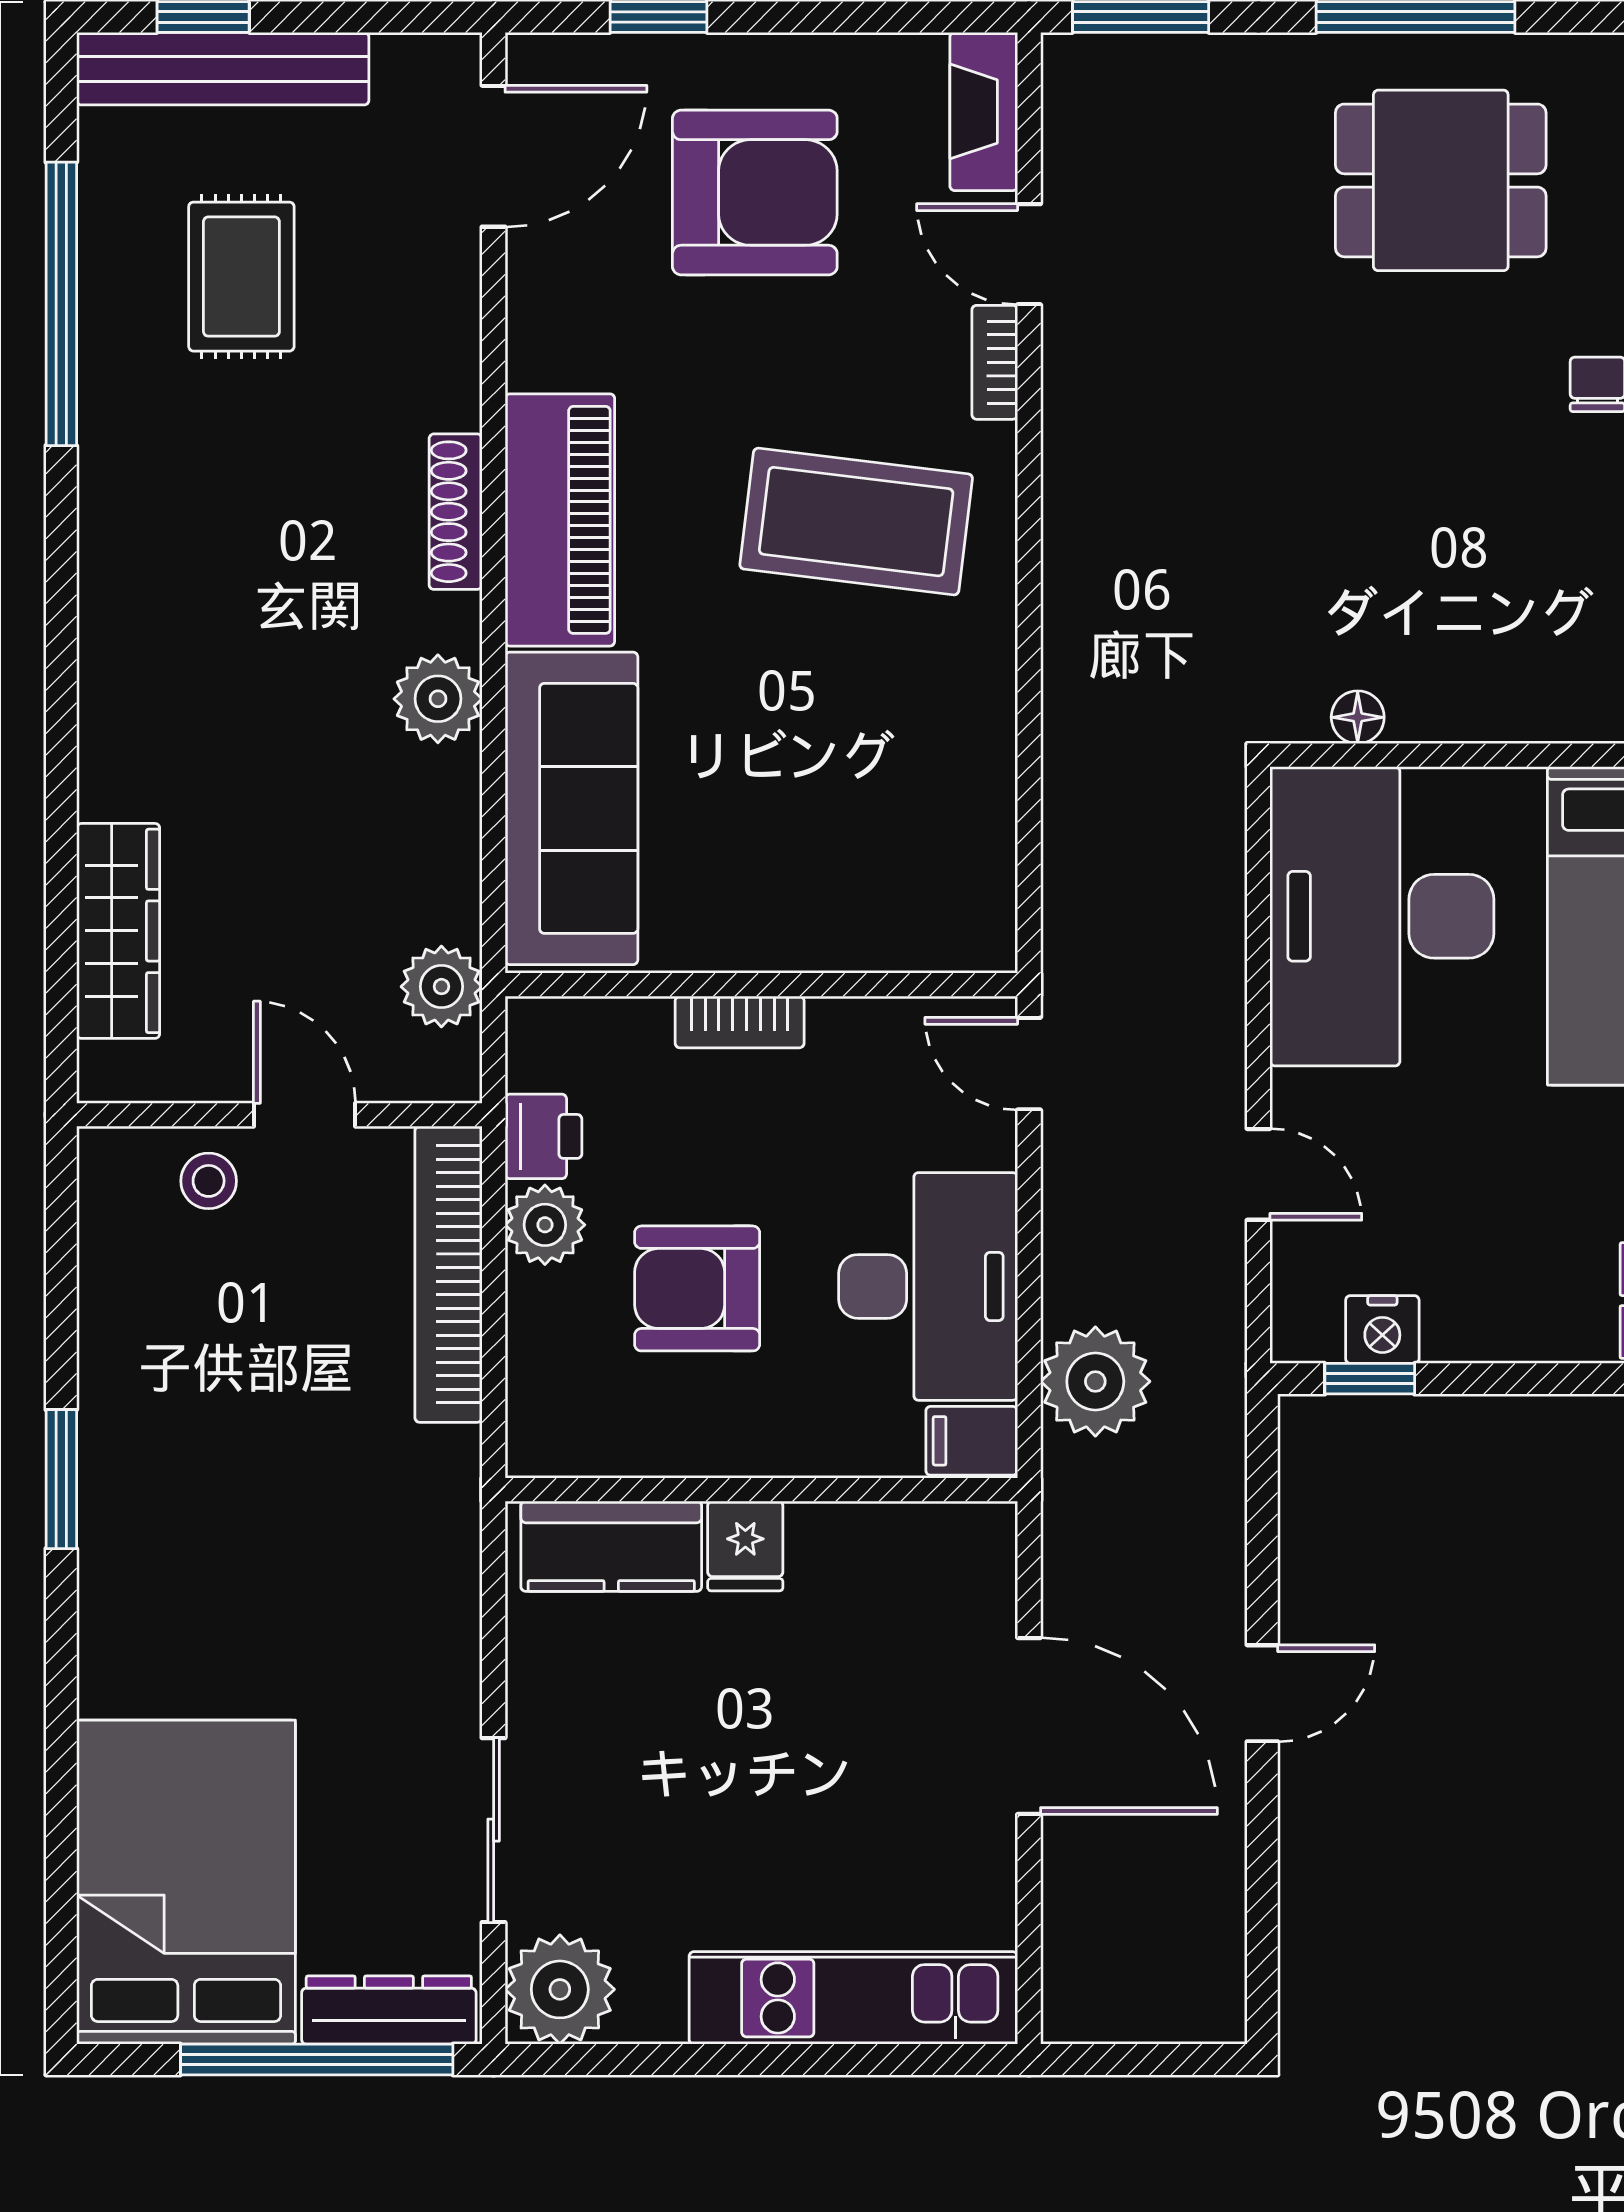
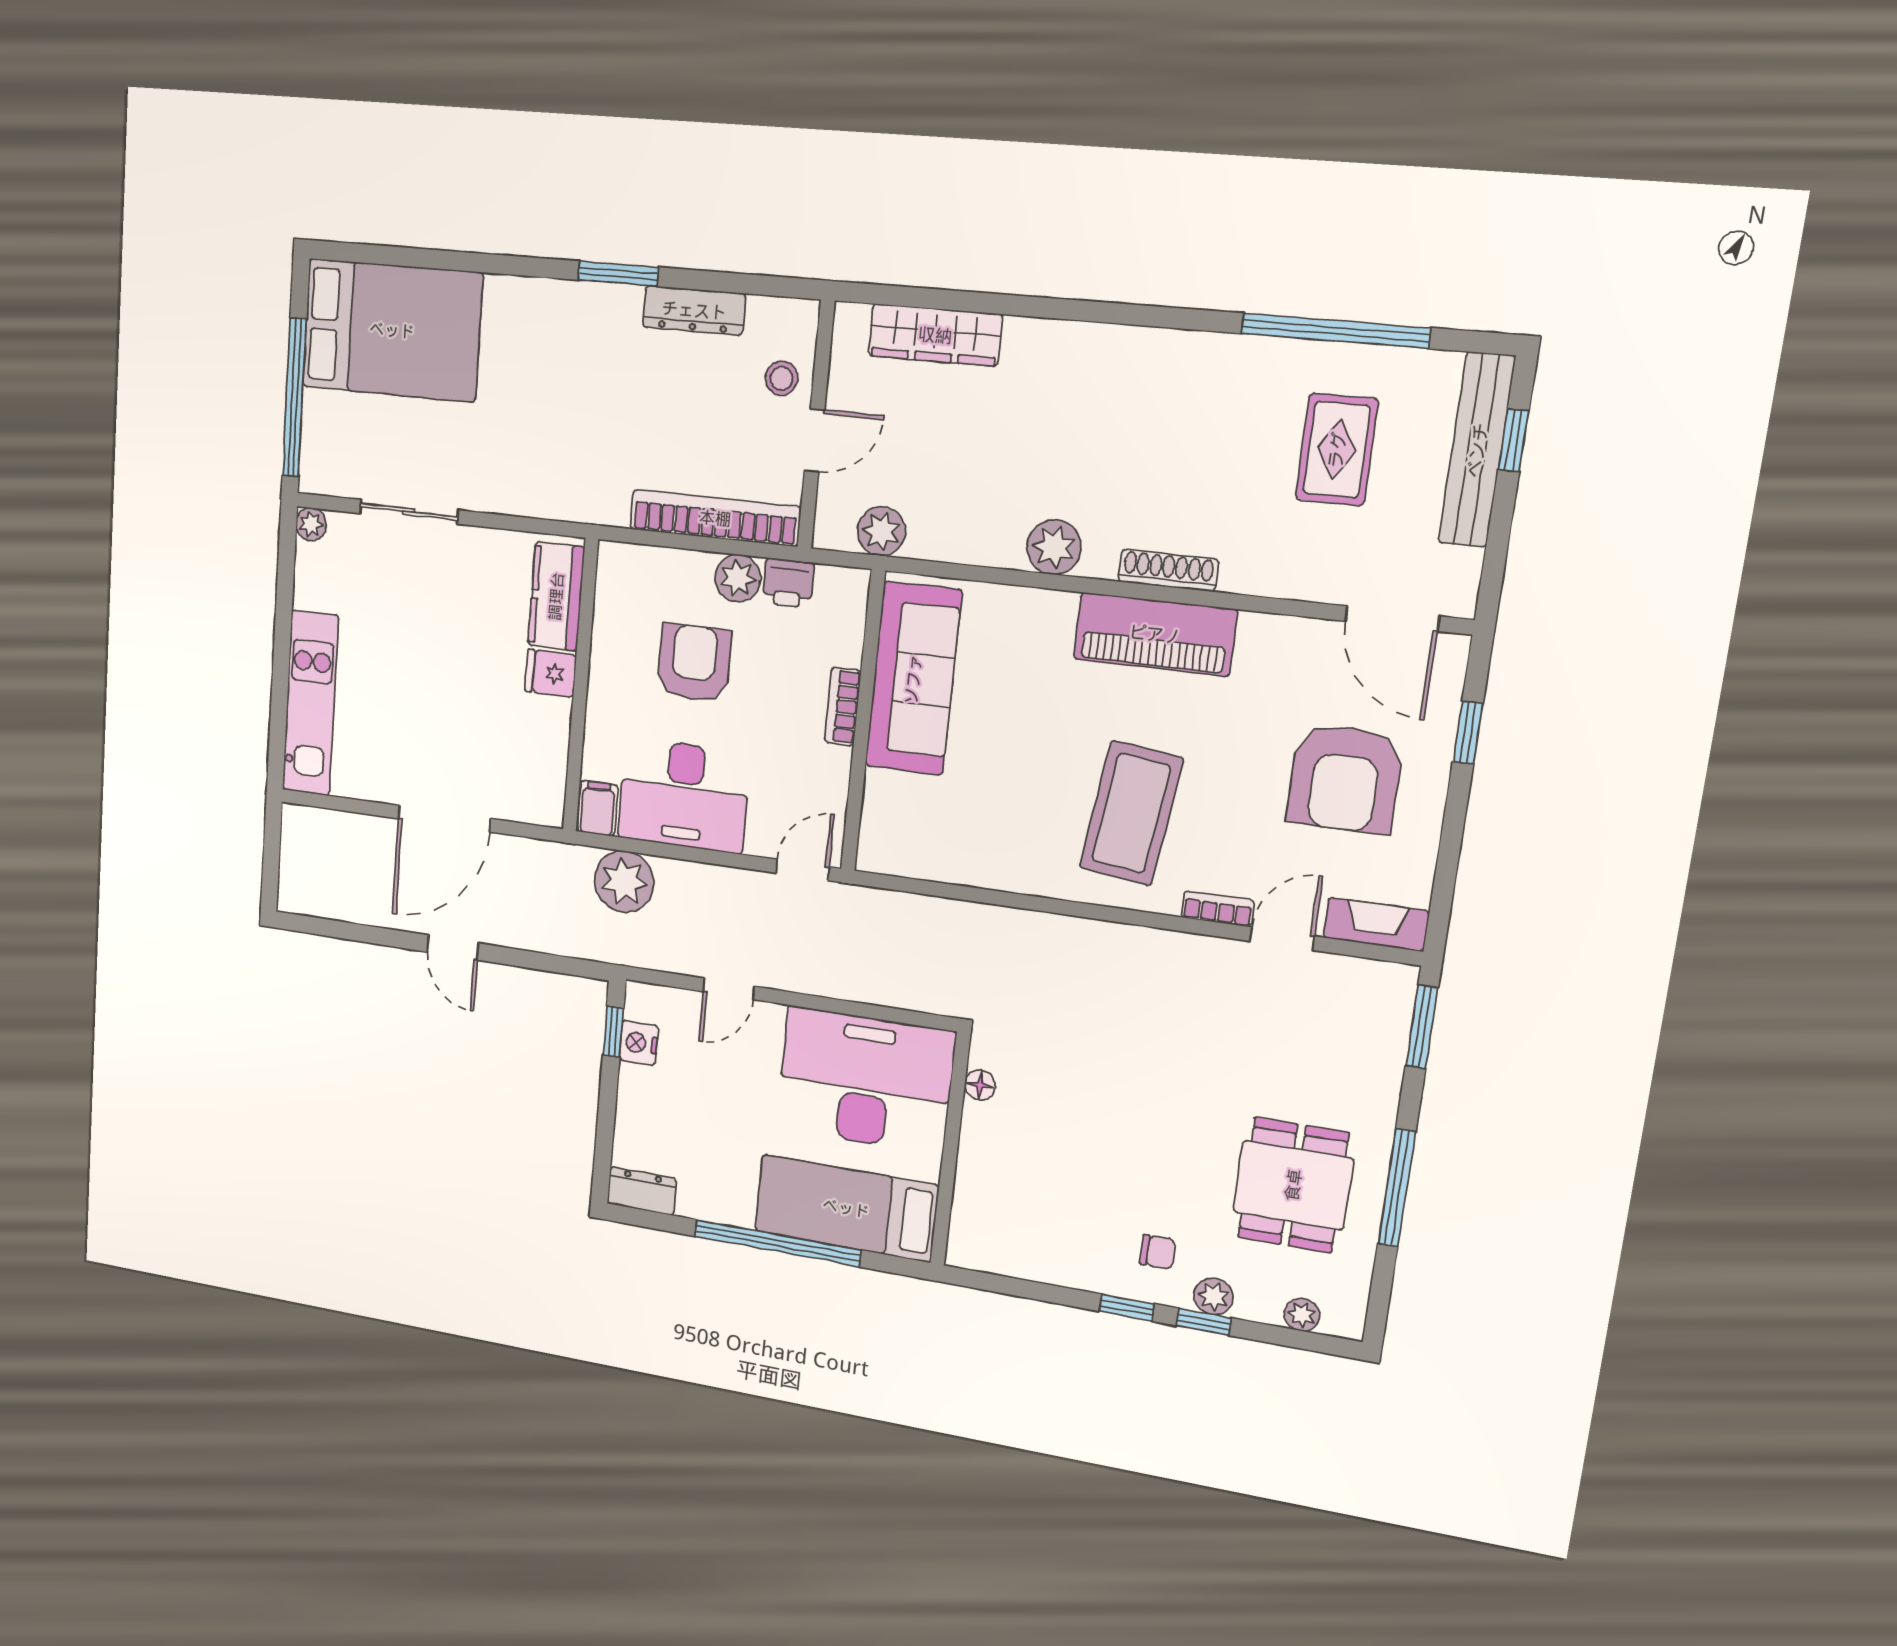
rug: (241, 277) -> (1337, 450), turned 90
sofa: (571, 808) -> (913, 679), moved, turned -90
plant: (560, 1989) -> (311, 524), width x0.53, depth x0.53
dresser: (389, 2010) -> (694, 310), moved, turned 90

